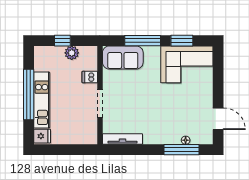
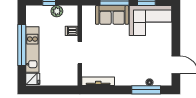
sofa: (123, 57) -> (112, 15), moved

